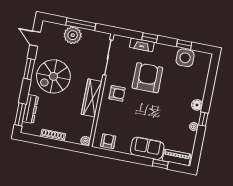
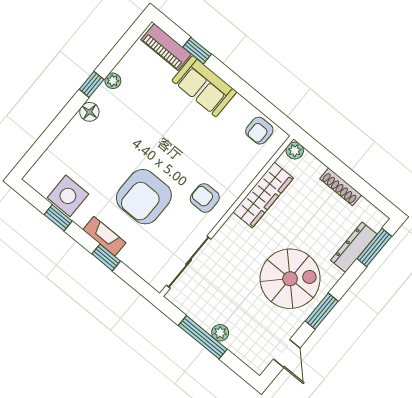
plant: (73, 35) -> (220, 333), width x0.53, depth x0.53
fireplace: (142, 45) -> (104, 236), moved
wardrobe: (92, 98) -> (263, 195), moved

